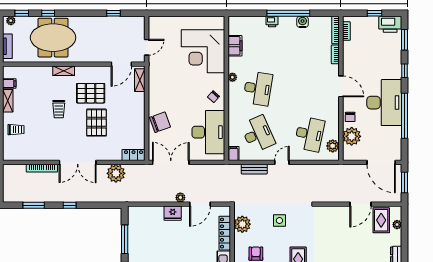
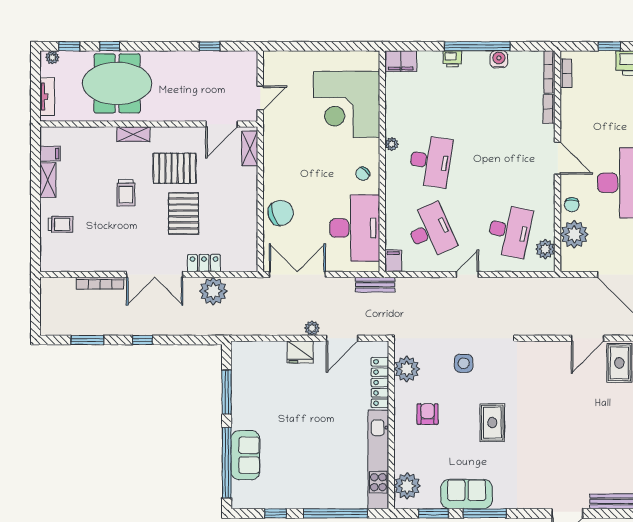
filing cabinet: (235, 46) -> (401, 61), moved, turned 90
locker: (134, 155) -> (204, 263), moved
bench: (254, 169) -> (375, 285), moved

